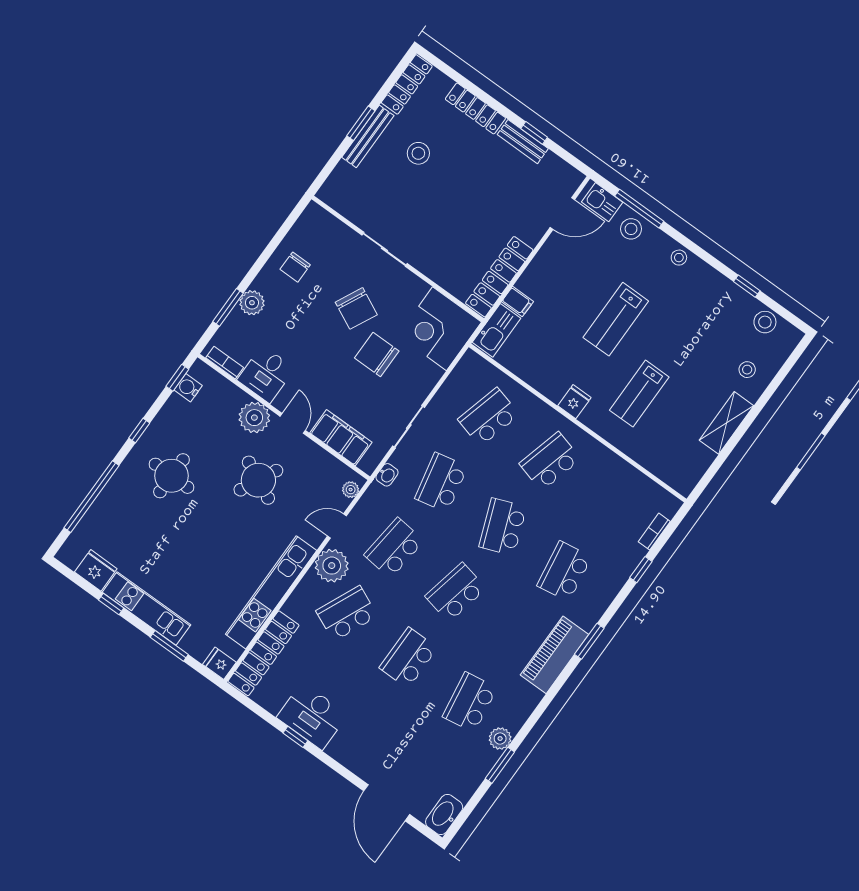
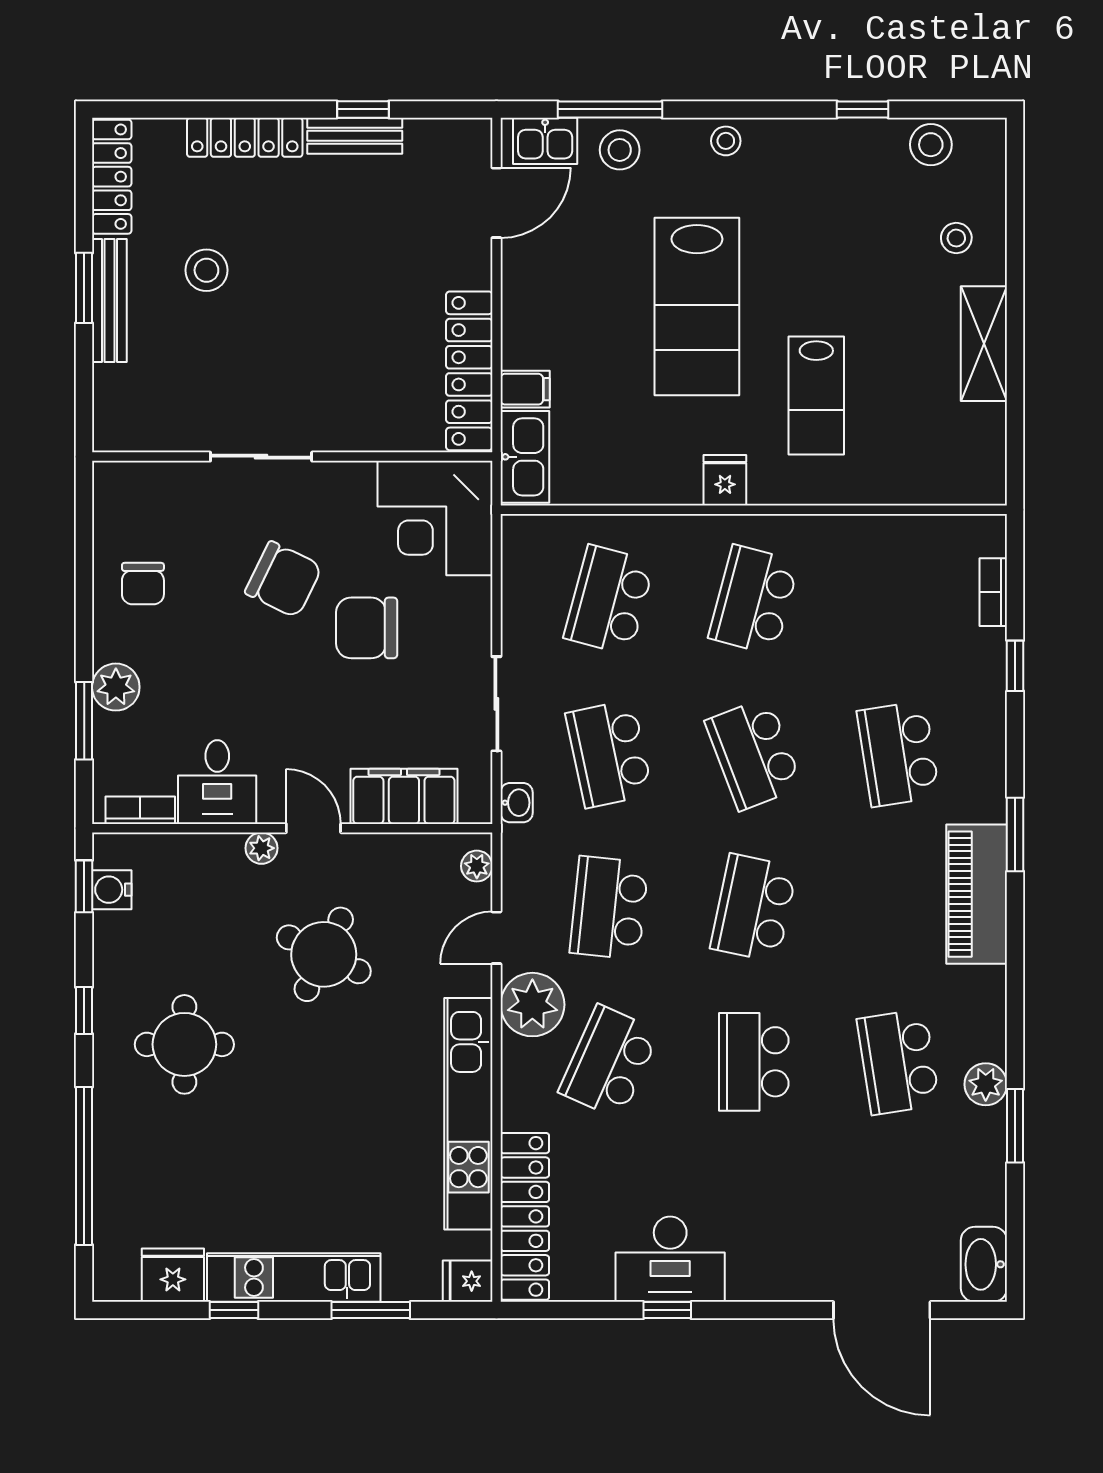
lab bench: (616, 319) -> (697, 307), width x1.36, depth x1.39
plant: (254, 418) -> (261, 848), width x0.53, depth x0.53

